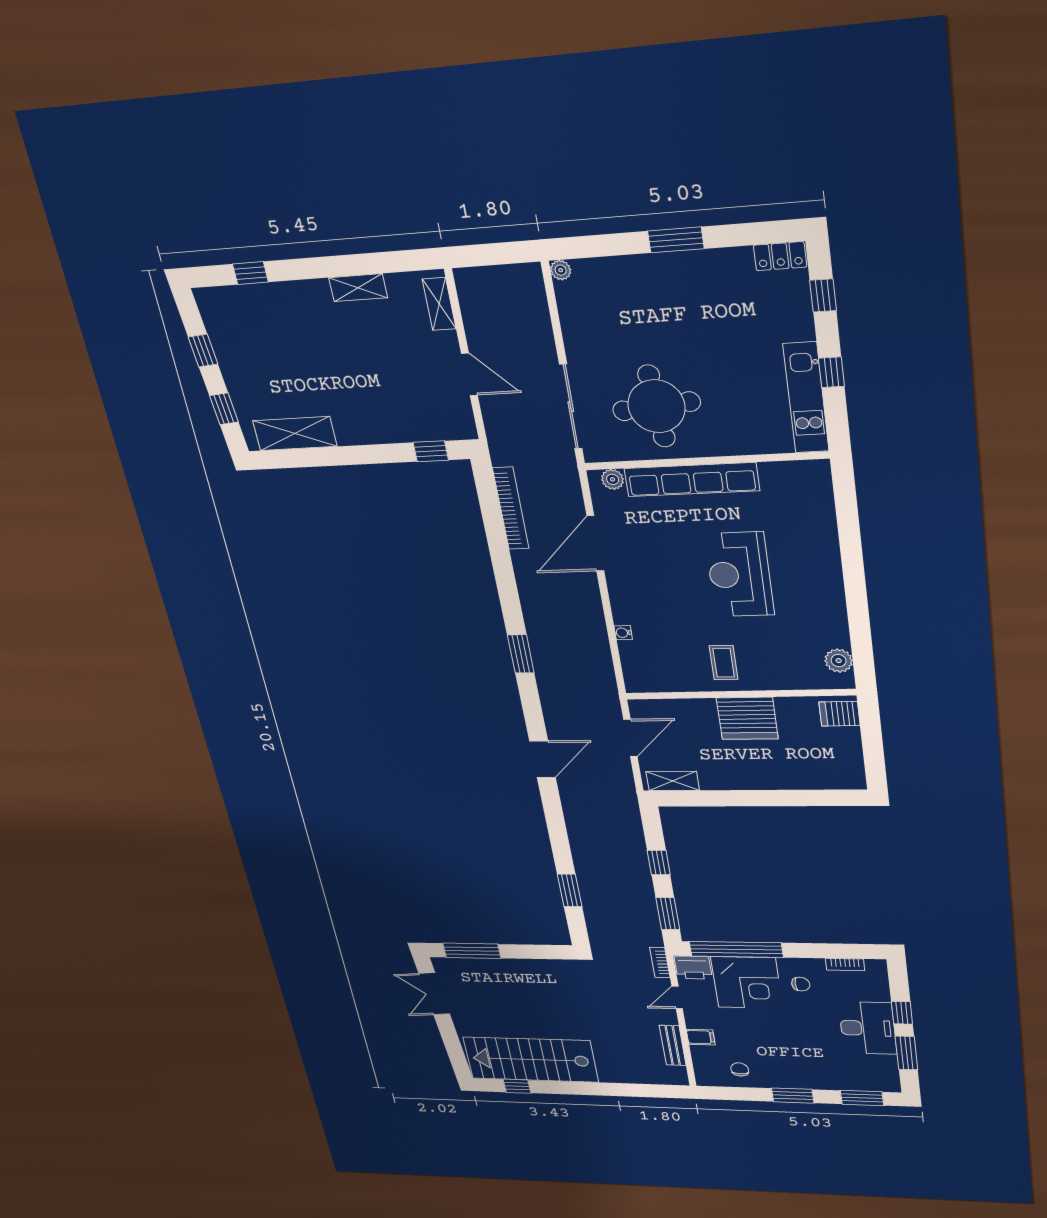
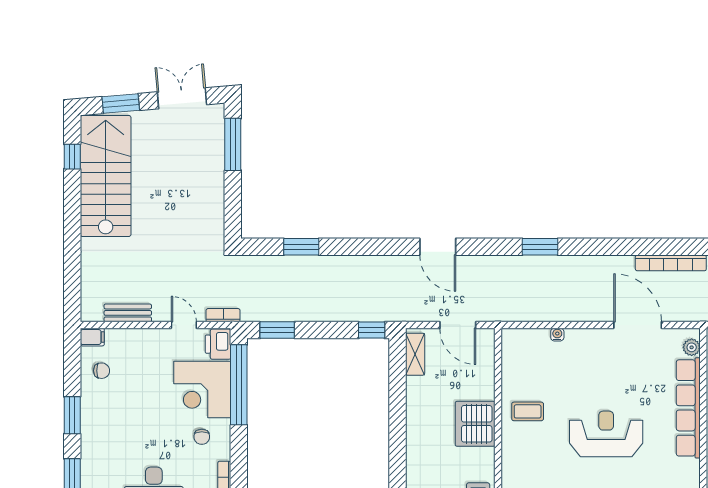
window: (659, 863) -> (372, 330), moved
filing cabinet: (701, 1037) -> (92, 337), moved, turned -90
window: (453, 1045) -> (121, 103), added

